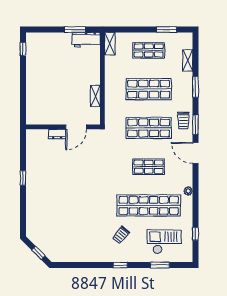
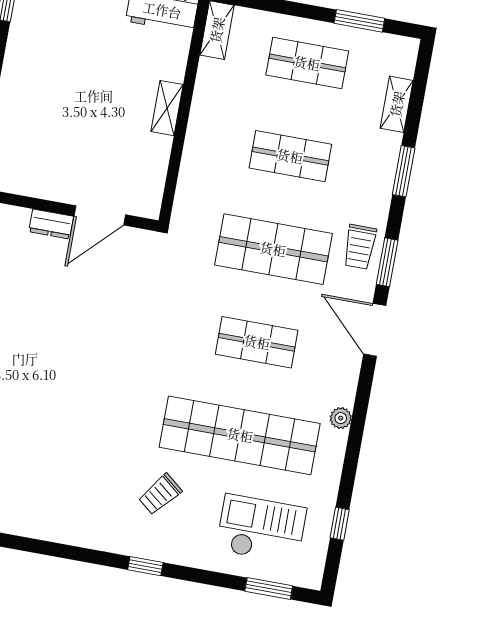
shop shelf: (149, 89) -> (290, 156), width x0.70, depth x0.74
shelving: (95, 96) -> (167, 108), moved
window: (160, 265) -> (269, 588), moved

